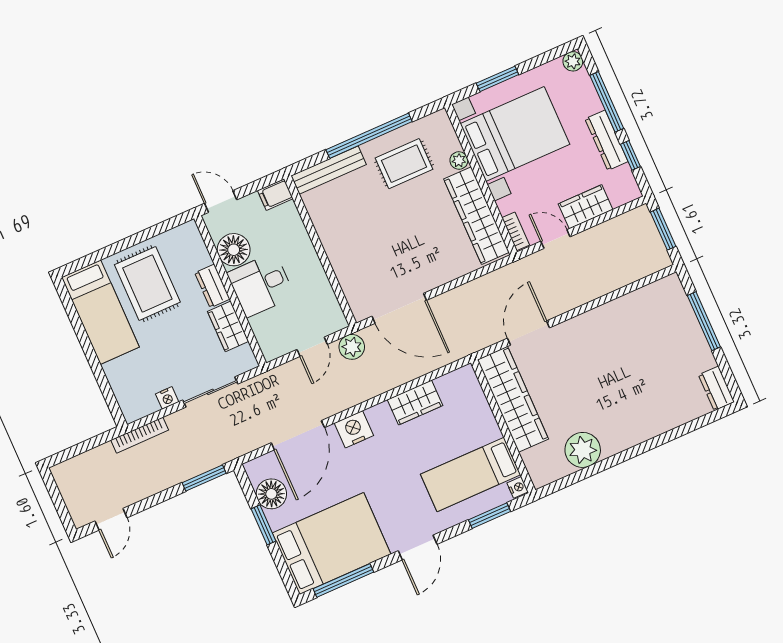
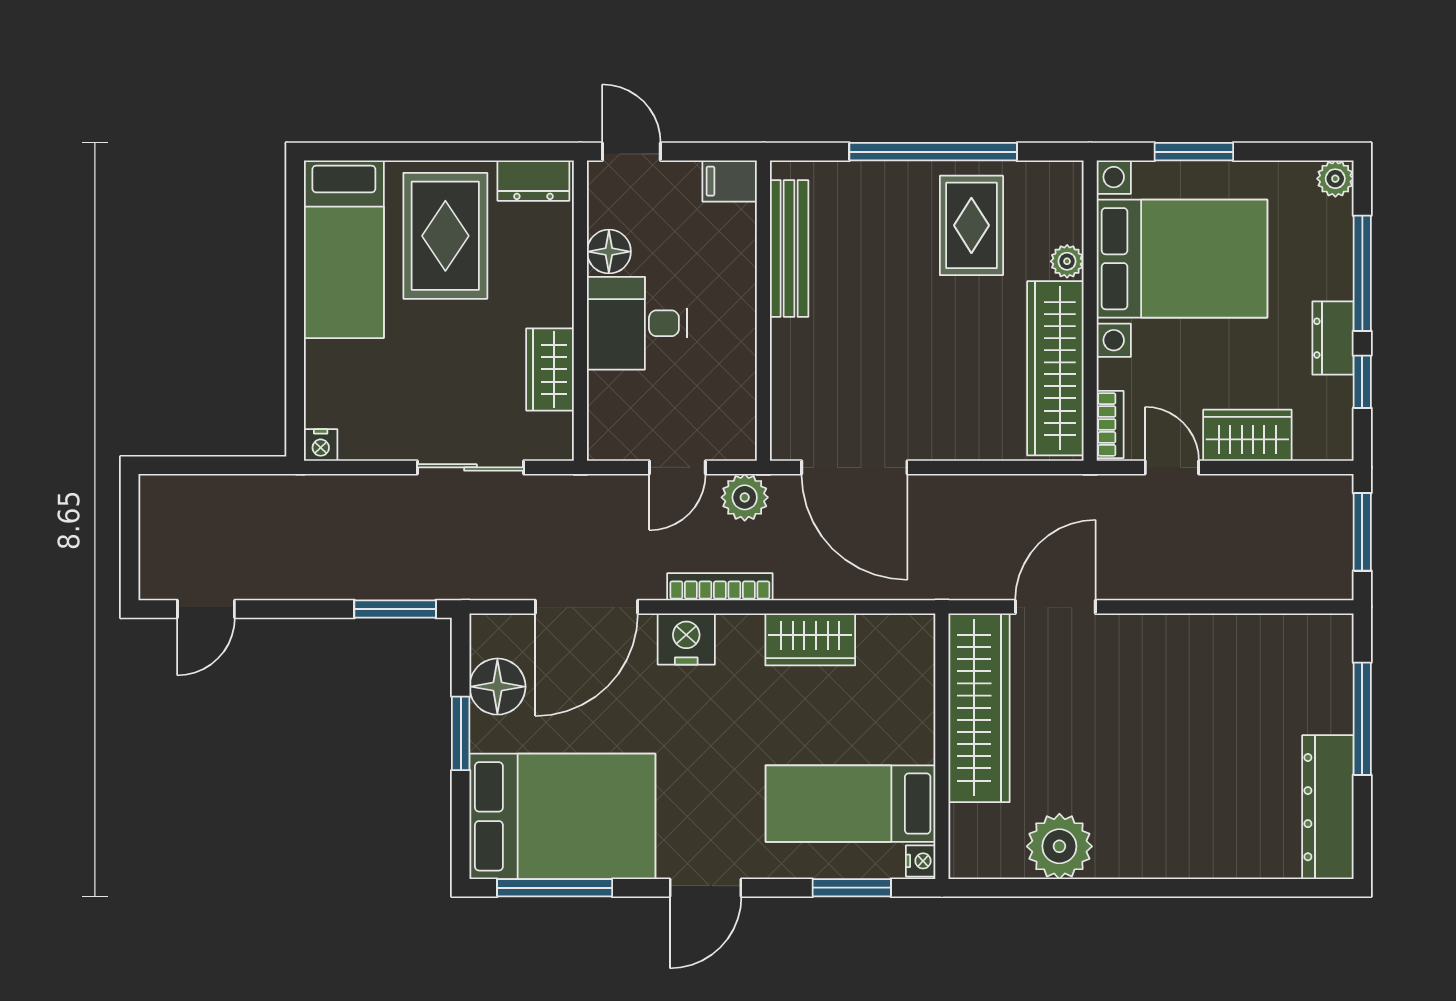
dresser: (606, 140) -> (1333, 338), width x0.70
rug: (404, 164) -> (971, 225), turned 90
bench: (329, 170) -> (789, 248), moved, turned 90
floor lamp: (234, 250) -> (609, 252), width x0.73, depth x0.73
dresser: (212, 286) -> (533, 181), moved, turned -90
dresser: (716, 388) -> (1328, 807), width x1.96, depth x1.24
nightstand: (167, 398) -> (321, 445), moved
bookcase: (140, 435) -> (720, 587), moved, turned 180

